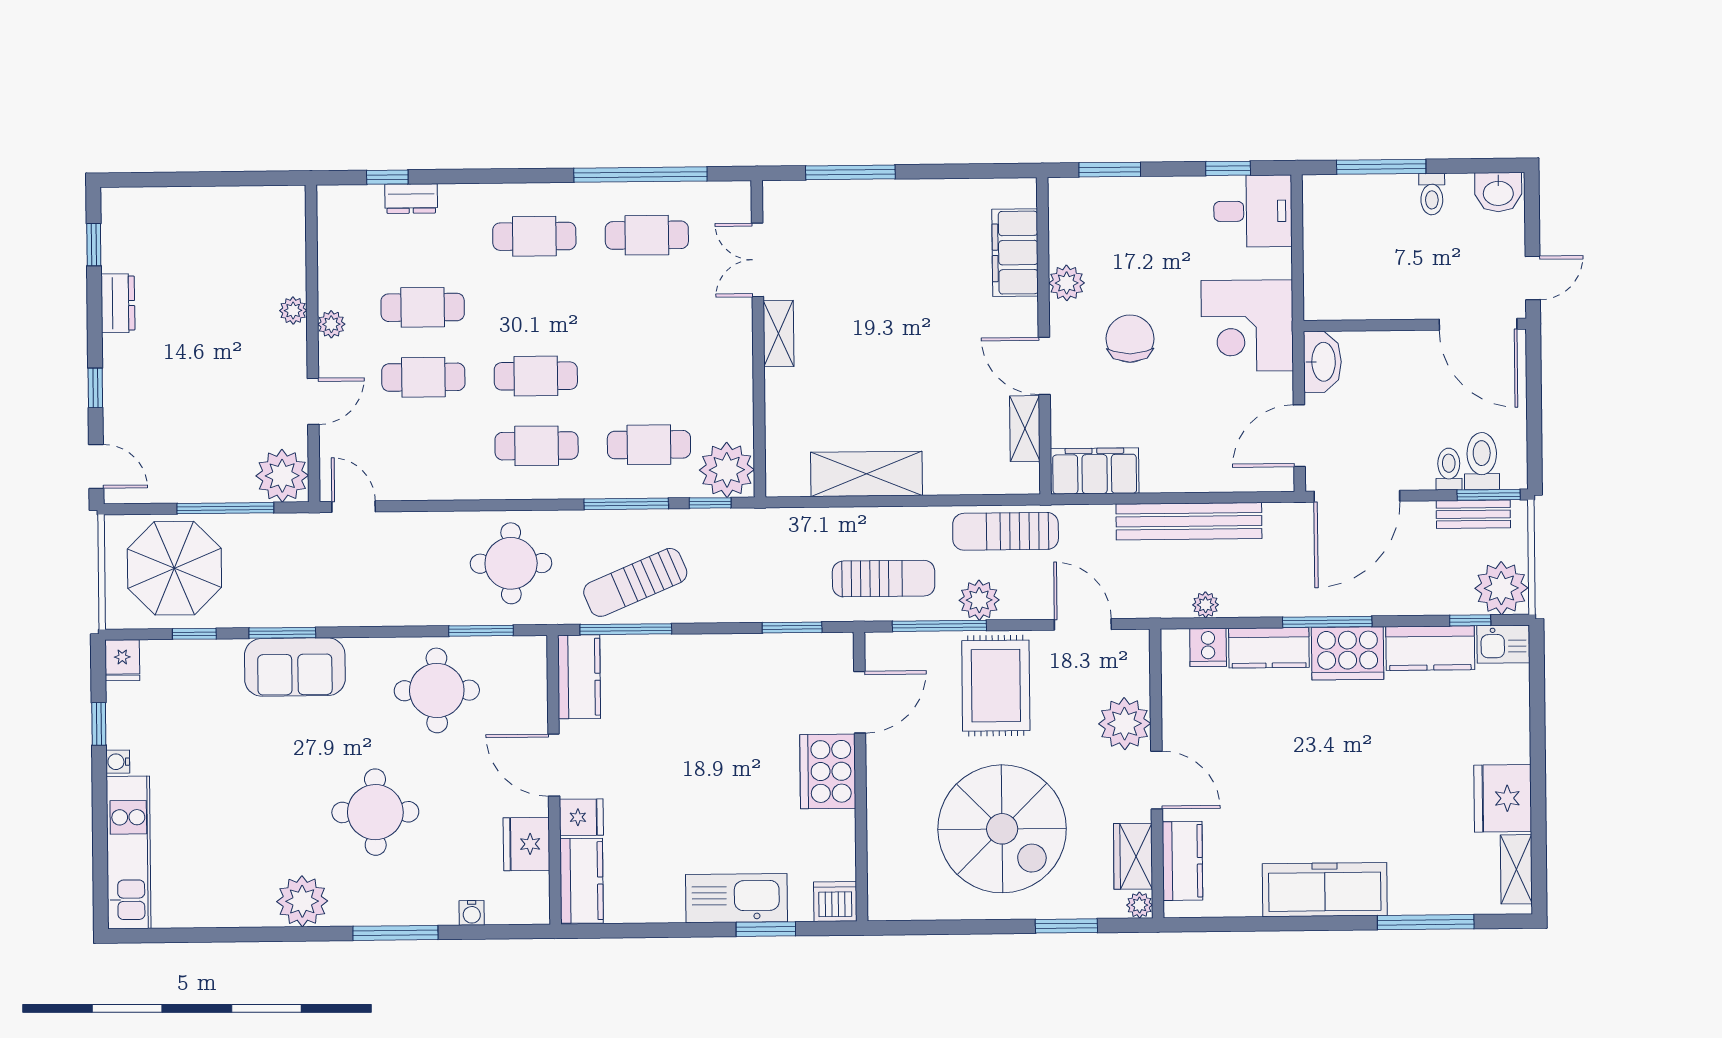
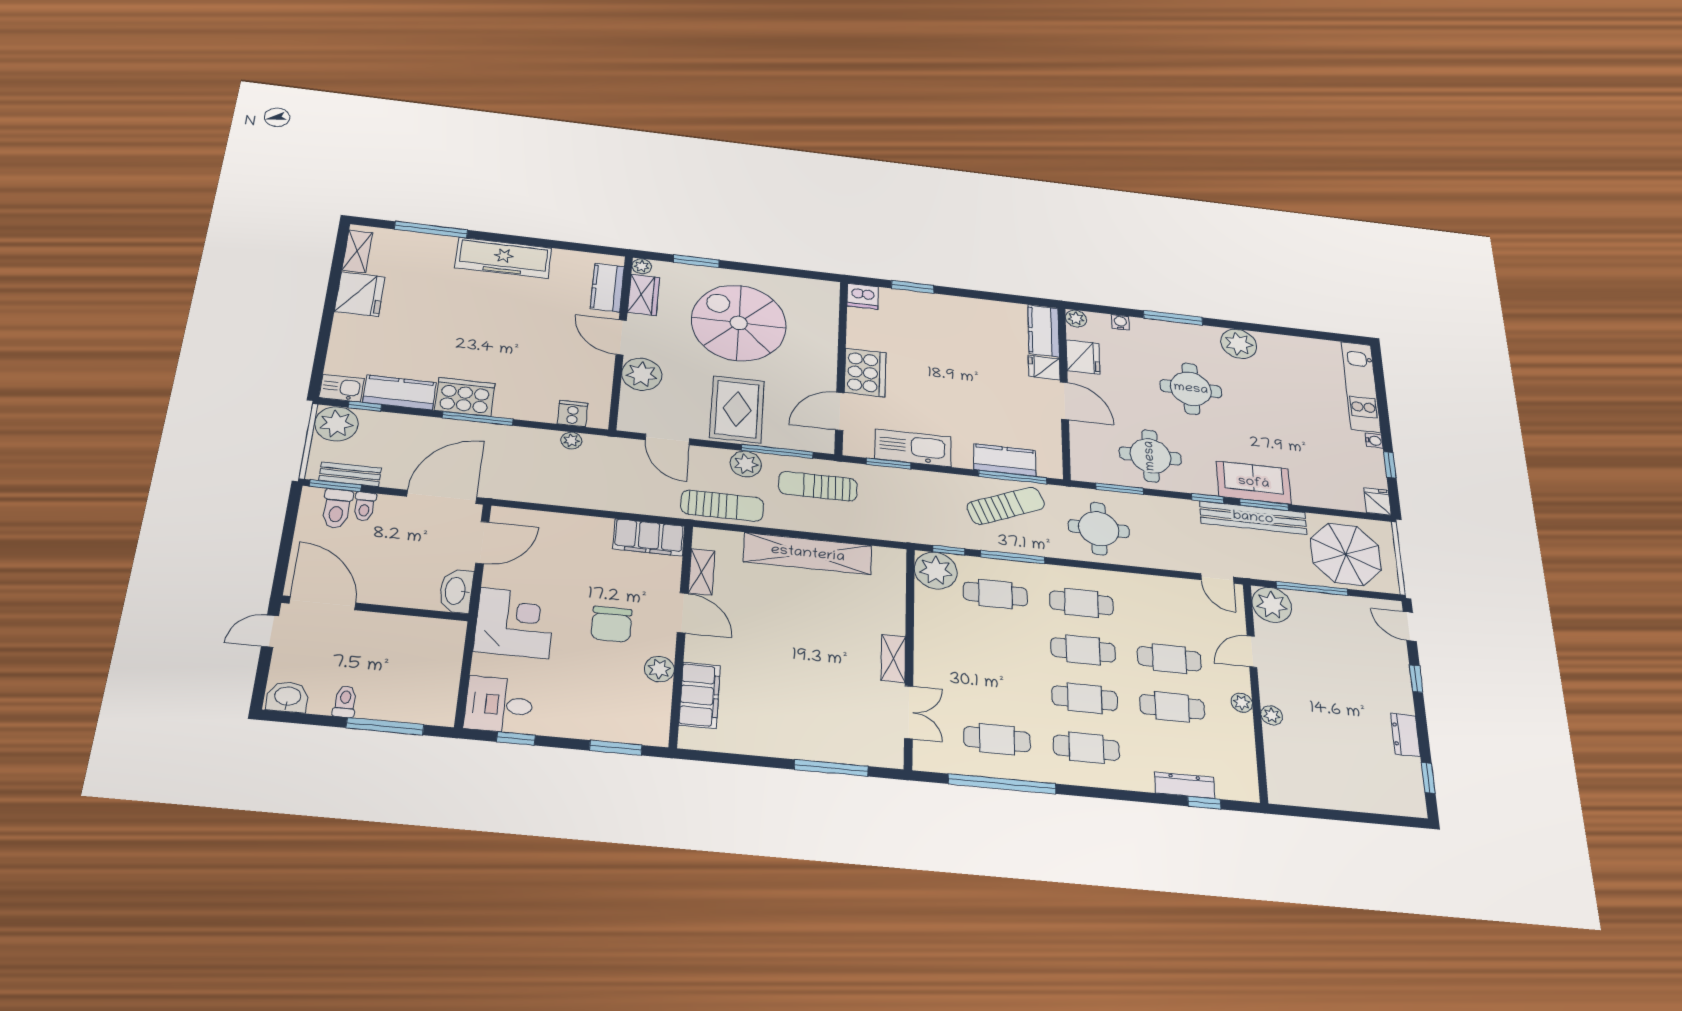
dresser: (411, 199) -> (1185, 785), width x1.44
cafe table: (535, 306) -> (1085, 698), added
shelving: (867, 474) -> (808, 554), width x1.47
bench: (1189, 521) -> (1253, 518), moved
window: (194, 634) -> (1208, 498), moved
kitchen counter: (1269, 648) -> (525, 408), removed
kitchen counter: (579, 677) -> (1005, 460), moved, turned 90
kitchen sink: (737, 898) -> (913, 448), moved, turned 180
plant: (535, 910) -> (1076, 319), added

